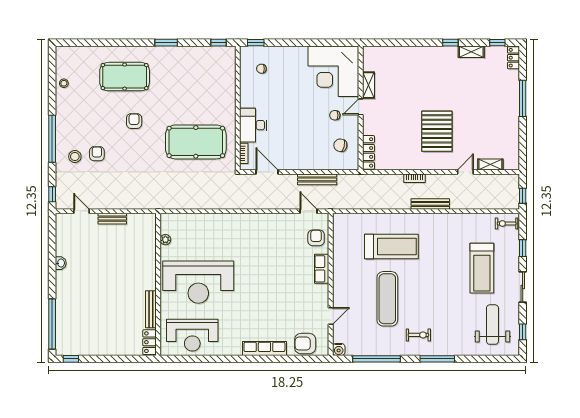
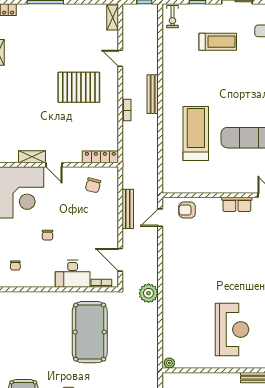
chair: (335, 115) -> (47, 235), moved
shelving: (490, 164) -> (113, 17), moved
door: (267, 172) -> (120, 260), hinge flipped
plant: (234, 200) -> (149, 293), added
plant: (165, 240) -> (169, 363), moved
treadmill: (482, 268) -> (218, 42), width x0.73, depth x0.73
row of seats: (322, 269) -> (237, 204), moved
reception desk: (198, 282) -> (232, 330), width x0.74, depth x0.77

